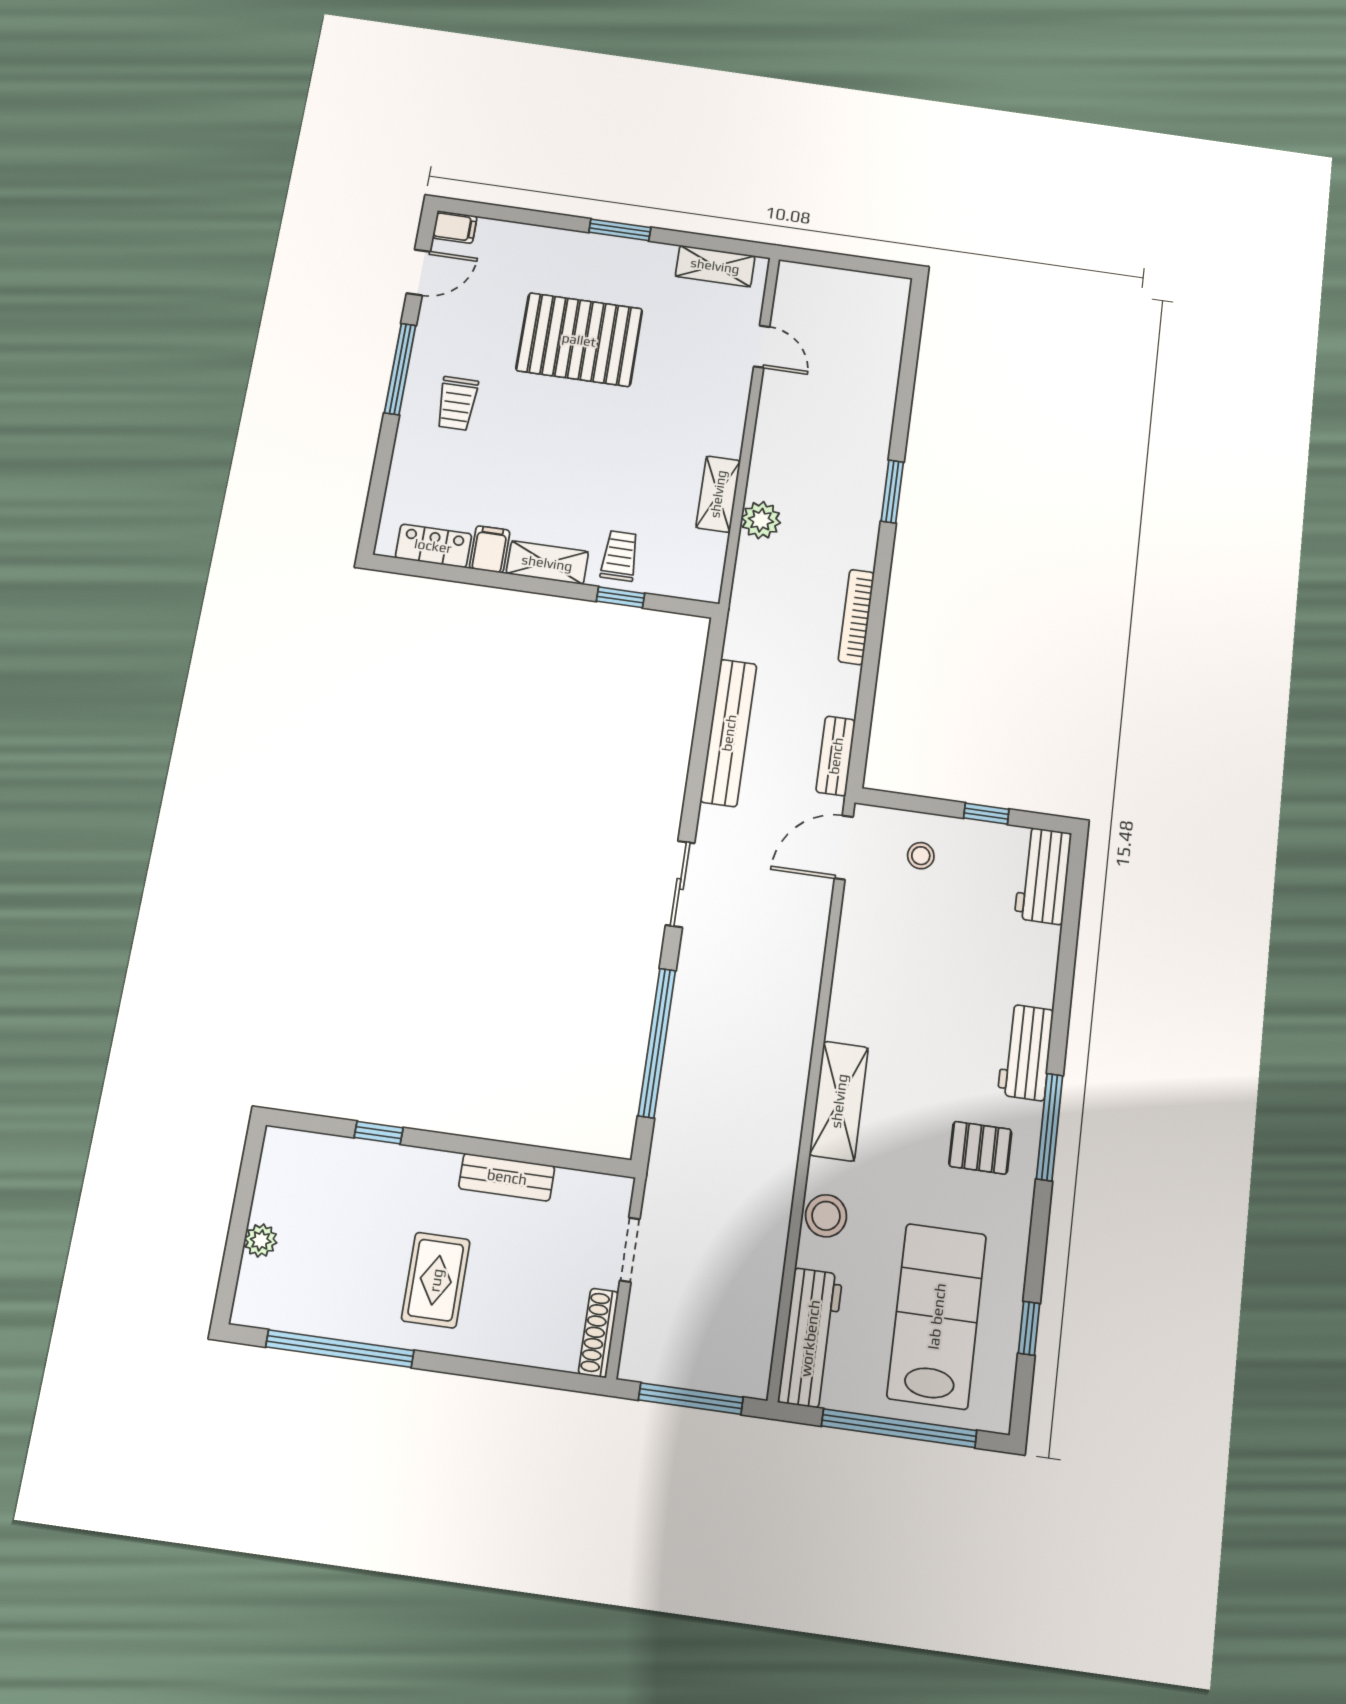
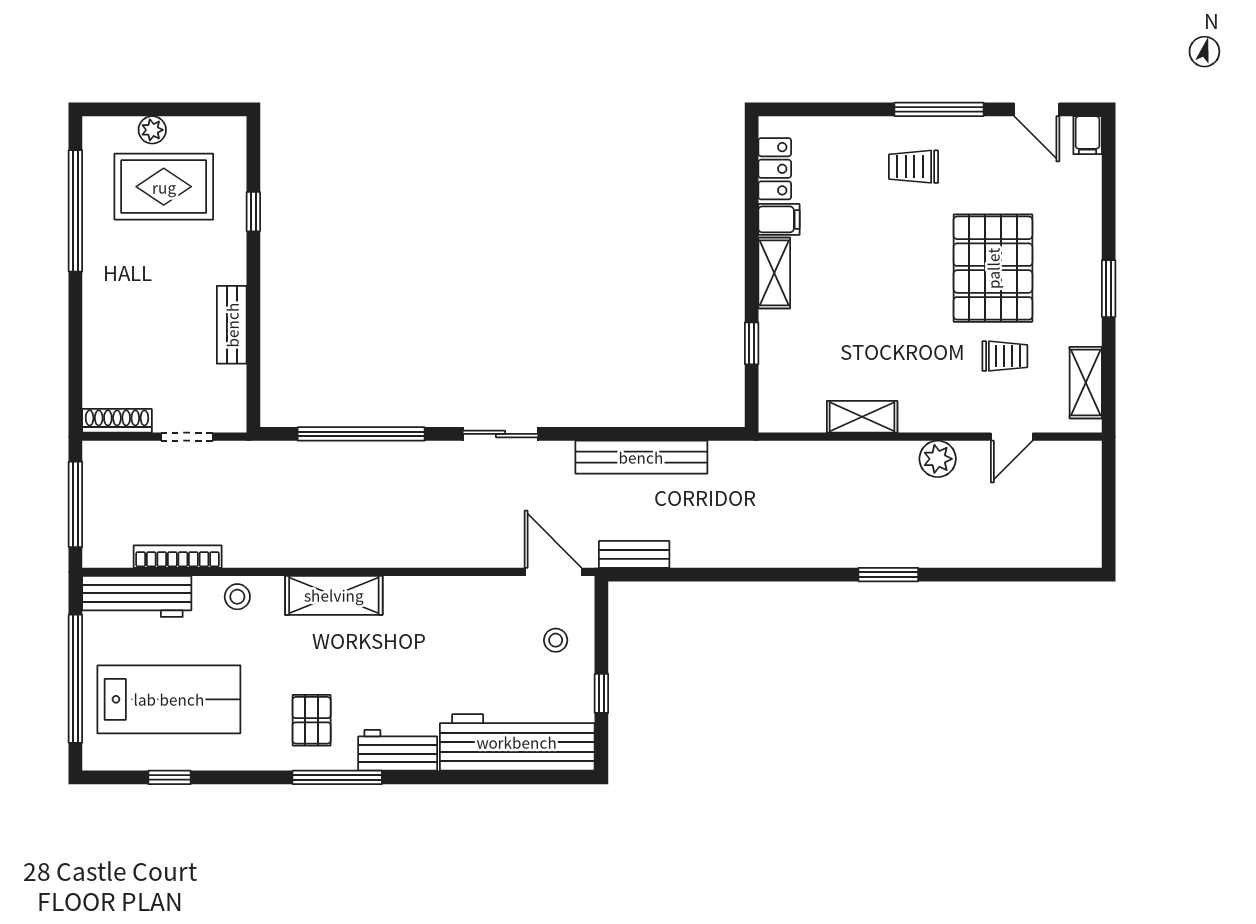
plant: (761, 520) -> (938, 459), moved
trolley: (620, 556) -> (1005, 356), moved
bookcase: (856, 617) -> (178, 557), moved
workbench: (1043, 876) -> (517, 742), width x1.88, depth x1.32
stool: (826, 1216) -> (237, 597), width x0.73, depth x0.73
rug: (436, 1280) -> (164, 187), moved, width x1.36, depth x1.43

